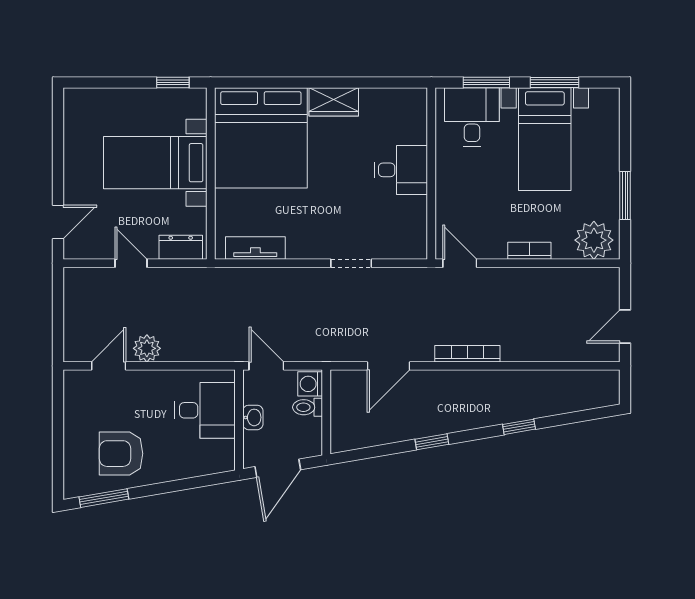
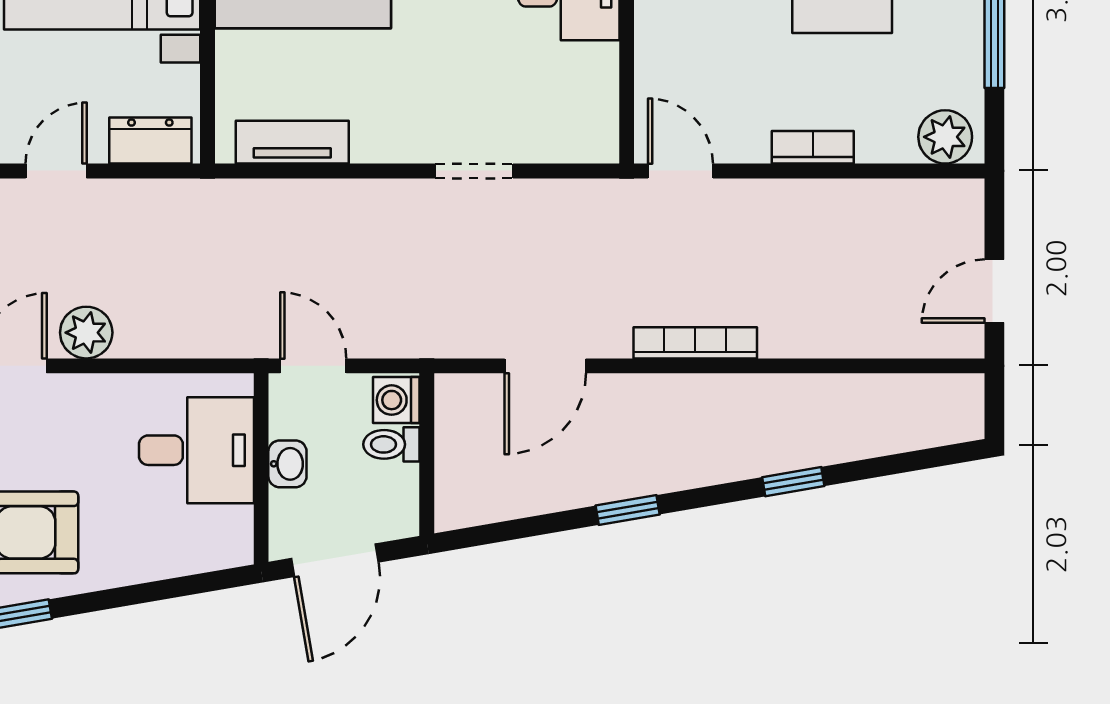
plant: (594, 240) -> (945, 137), width x0.73, depth x0.73
door: (131, 263) -> (56, 171), hinge flipped

